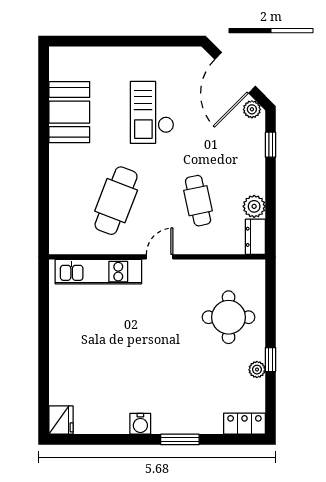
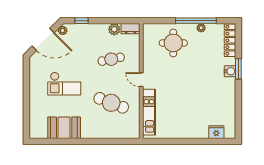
window: (271, 360) -> (196, 21), width x3.17
fridge: (61, 420) -> (216, 132), moved
water cooler: (140, 424) -> (230, 71), moved
locker: (244, 424) -> (230, 40), width x1.53

